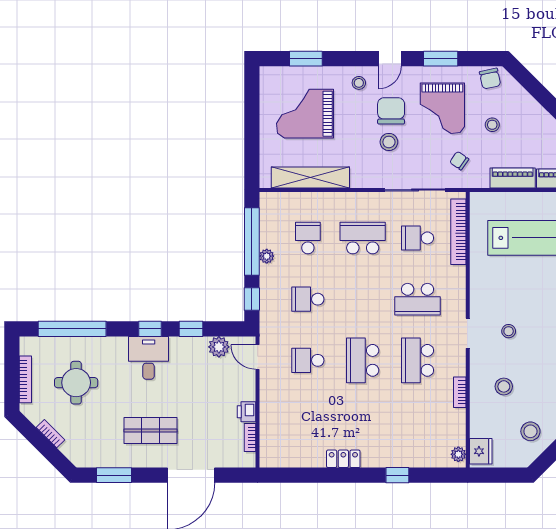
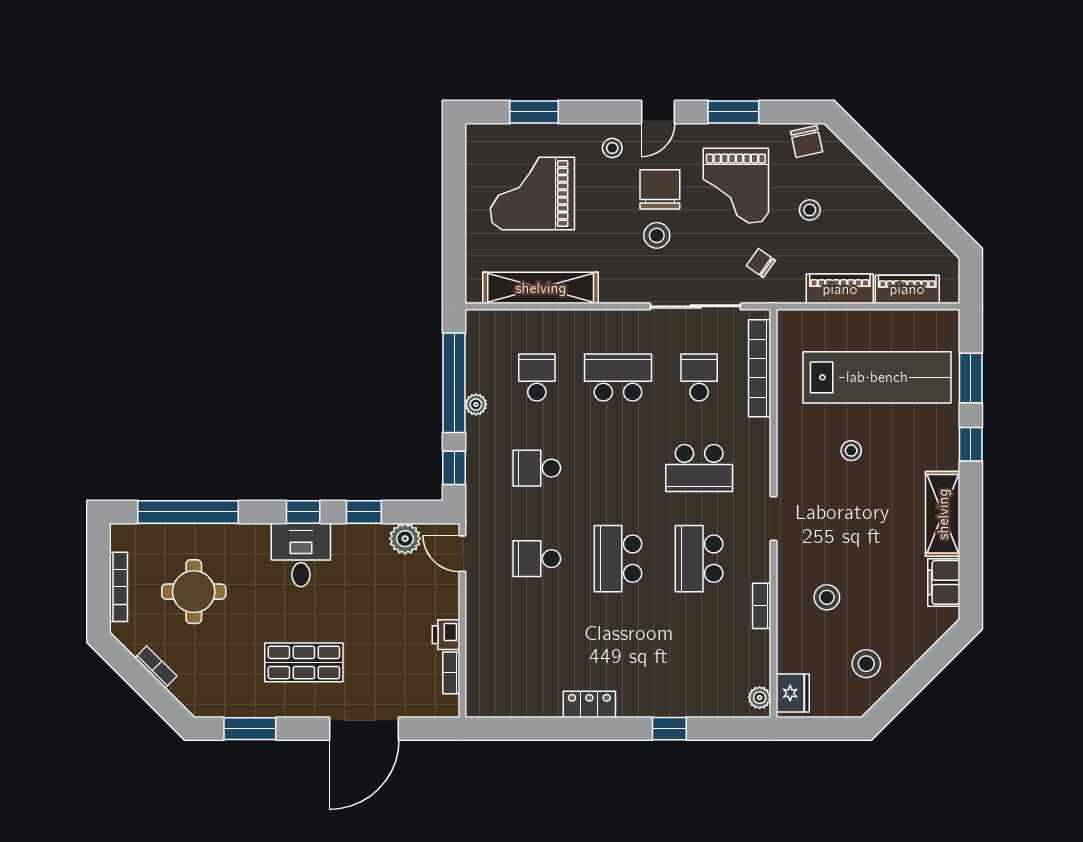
school desk: (417, 238) -> (699, 377), turned 90
stool: (509, 331) -> (851, 451), moved

